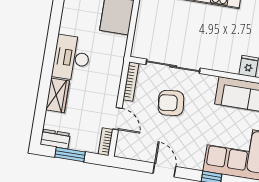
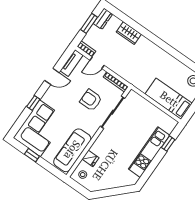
desk: (71, 58) -> (148, 53), removed
armchair: (171, 103) -> (91, 100), turned -84
tv unit: (134, 152) -> (71, 63), added

